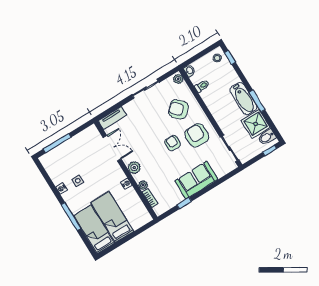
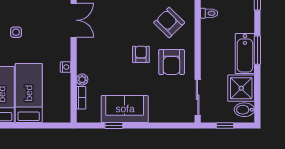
window: (257, 101) -> (257, 50), moved
armchair: (197, 135) -> (172, 62), turned 180
window: (270, 150) -> (225, 126), moved
plant: (134, 168) -> (84, 55), removed
sofa: (196, 180) -> (125, 109), moved

